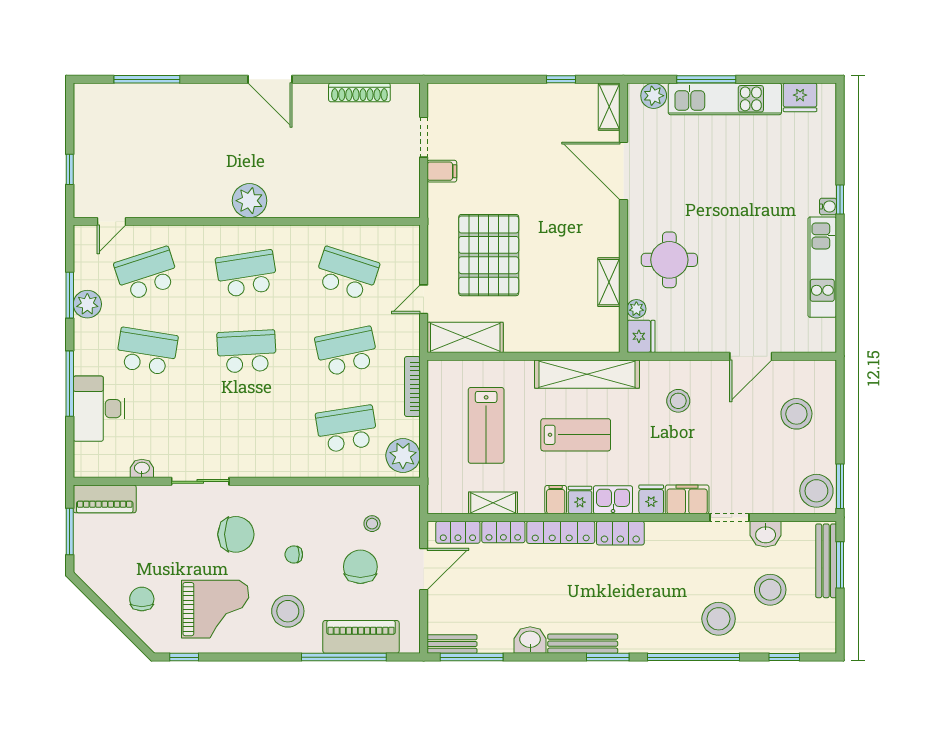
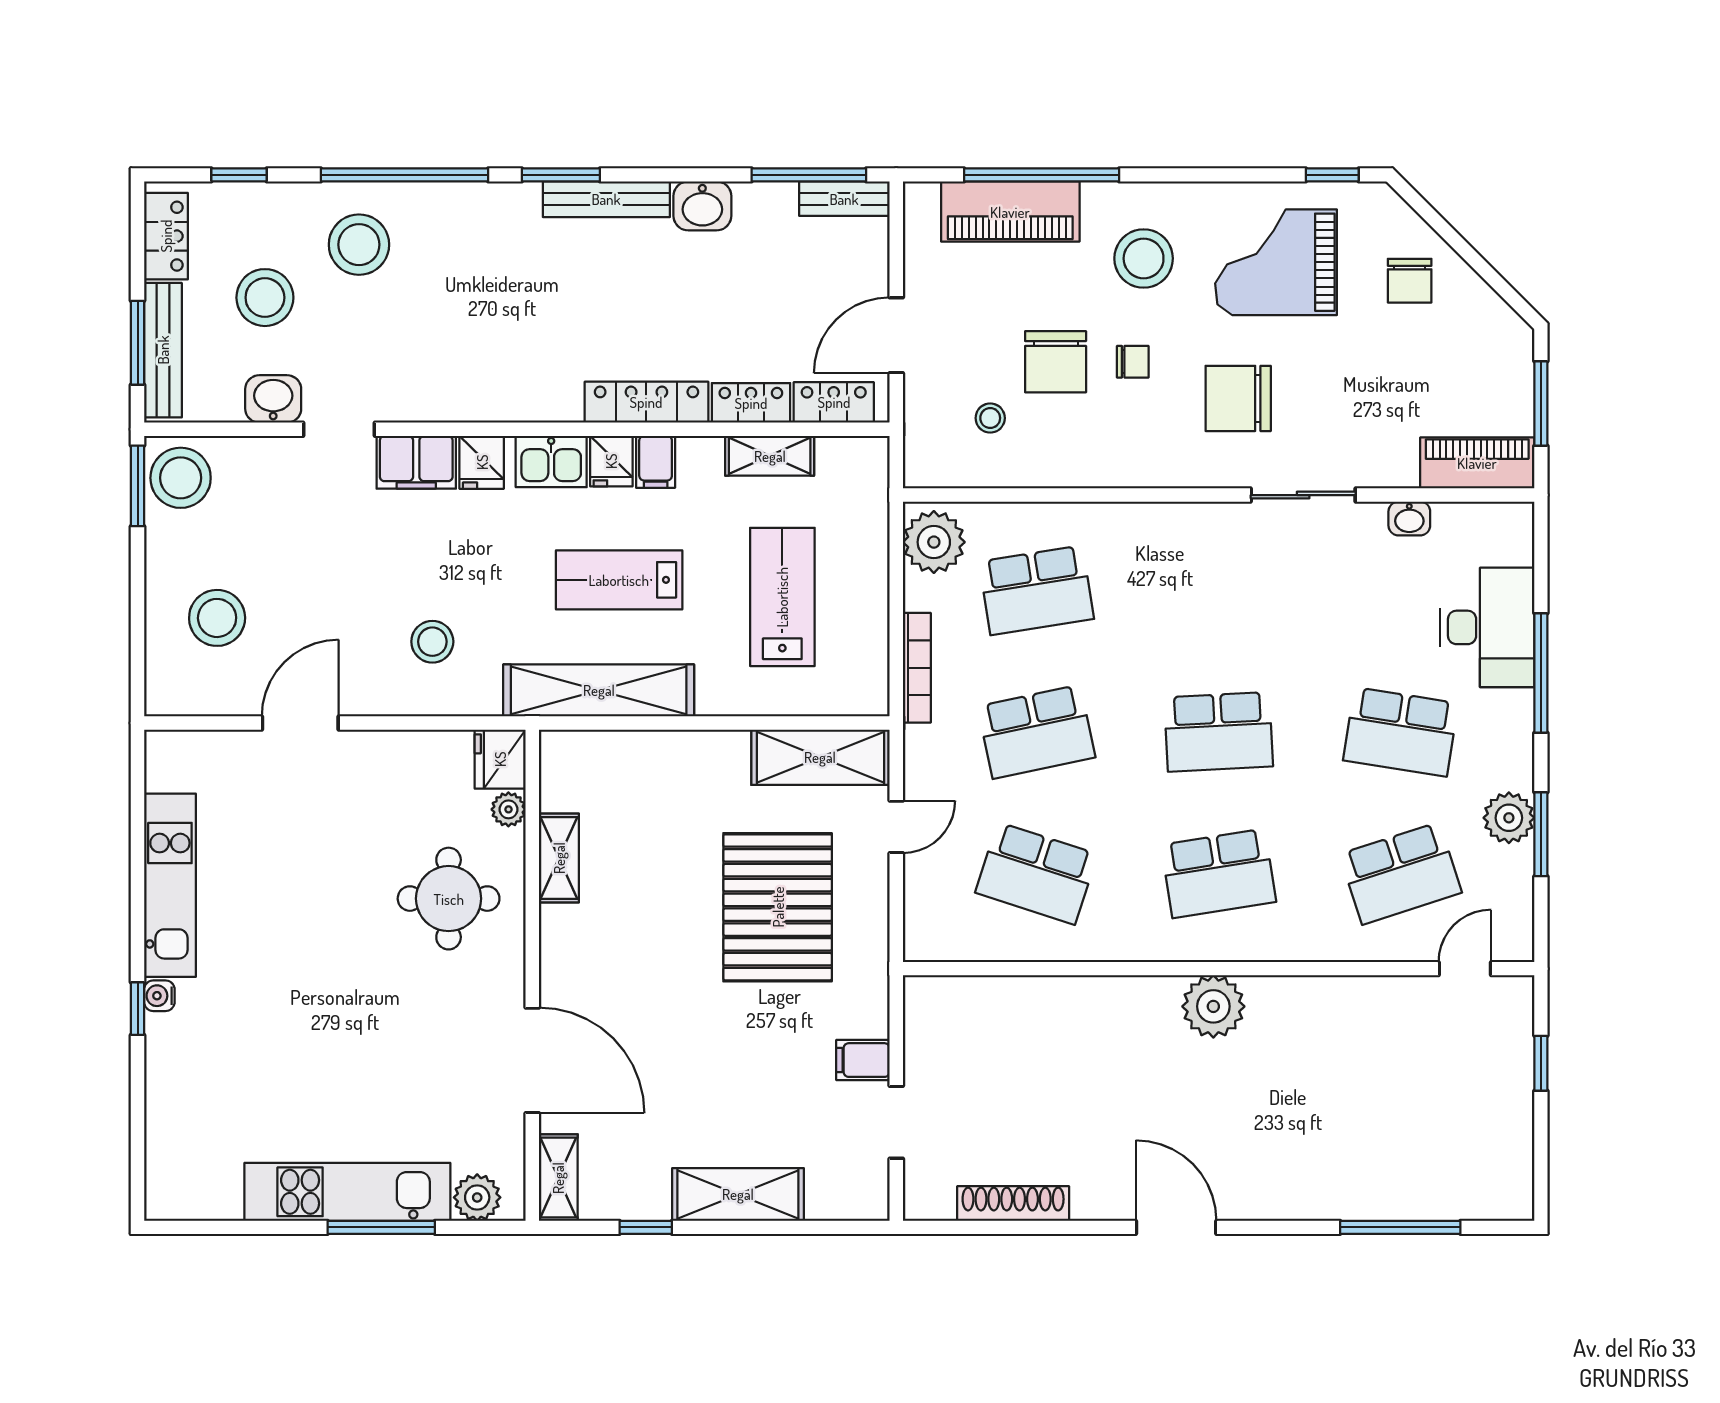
shelving: (510, 97) -> (738, 1194), added
fridge: (800, 97) -> (211, 1195), removed
locker: (620, 533) -> (166, 236), moved, turned 90
chair: (360, 567) -> (1056, 362), moved

